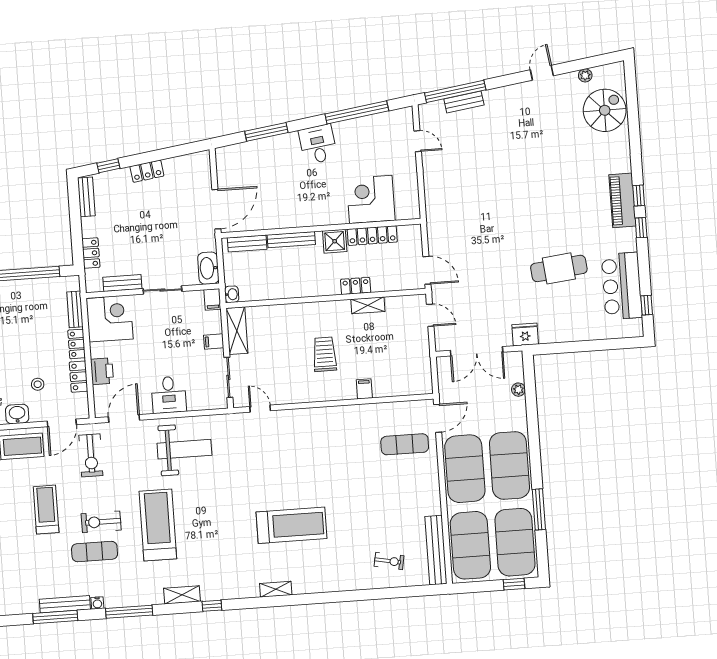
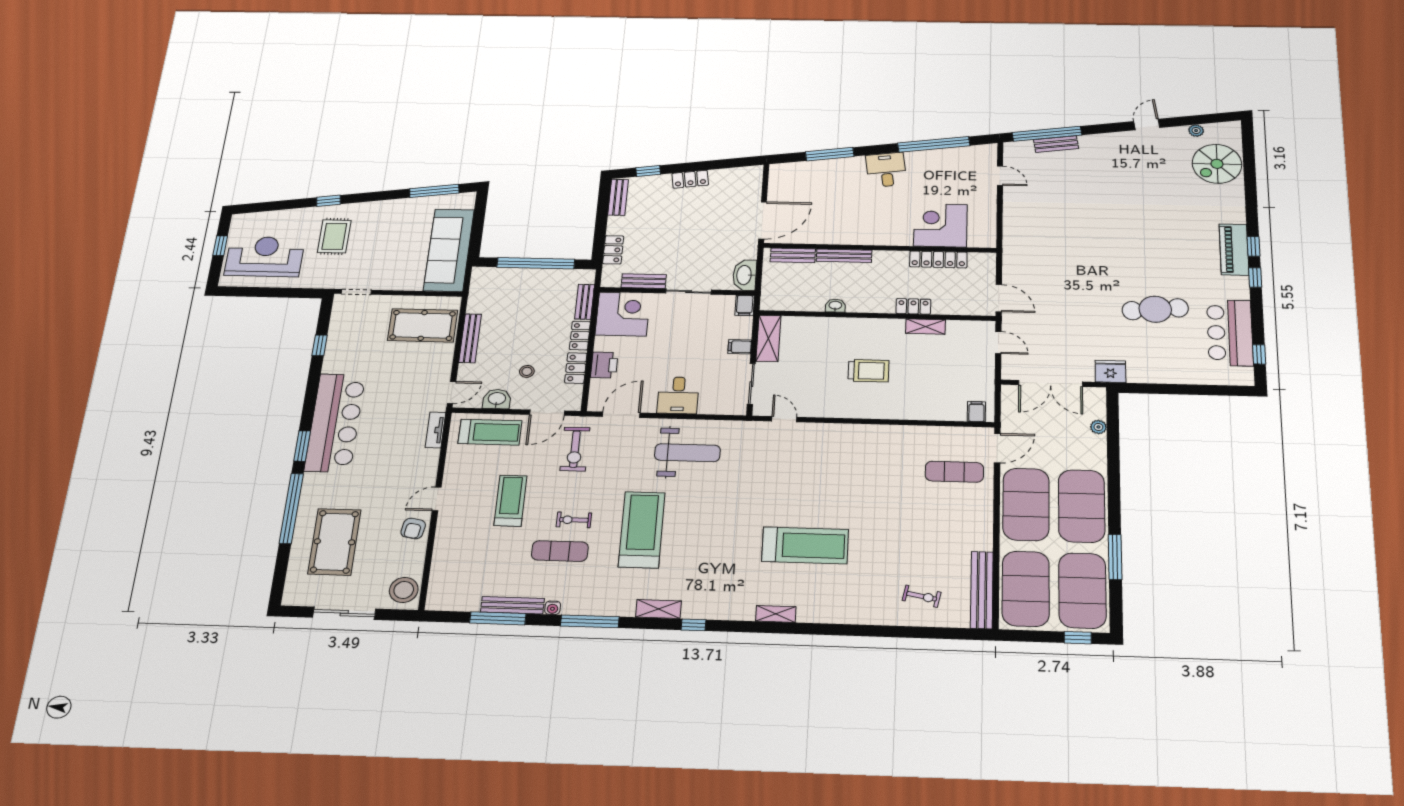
spiral stairs: (605, 110) -> (1217, 164), turned 180
shower: (335, 241) -> (894, 261), removed
washbasin: (232, 294) -> (835, 306), moved, turned -90
trolley: (325, 354) -> (868, 371), turned 90
filing cabinet: (364, 389) -> (976, 412), moved
exercise bike: (101, 522) -> (574, 520), width x0.73, depth x0.72

